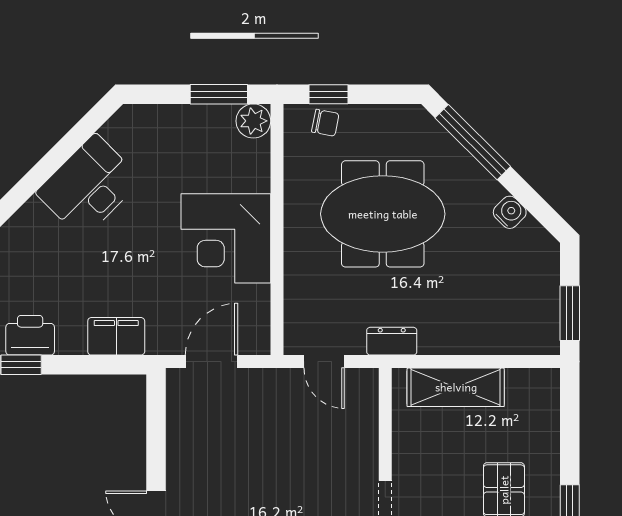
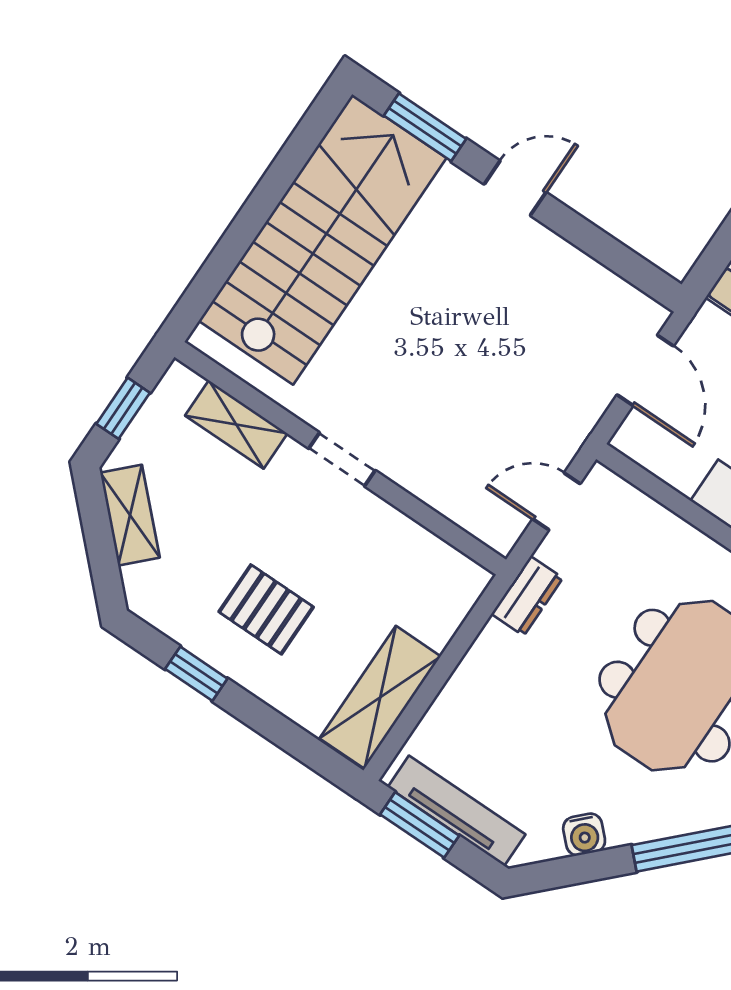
tv unit: (547, 297) -> (457, 811), added
shelving: (456, 387) -> (380, 697), moved

